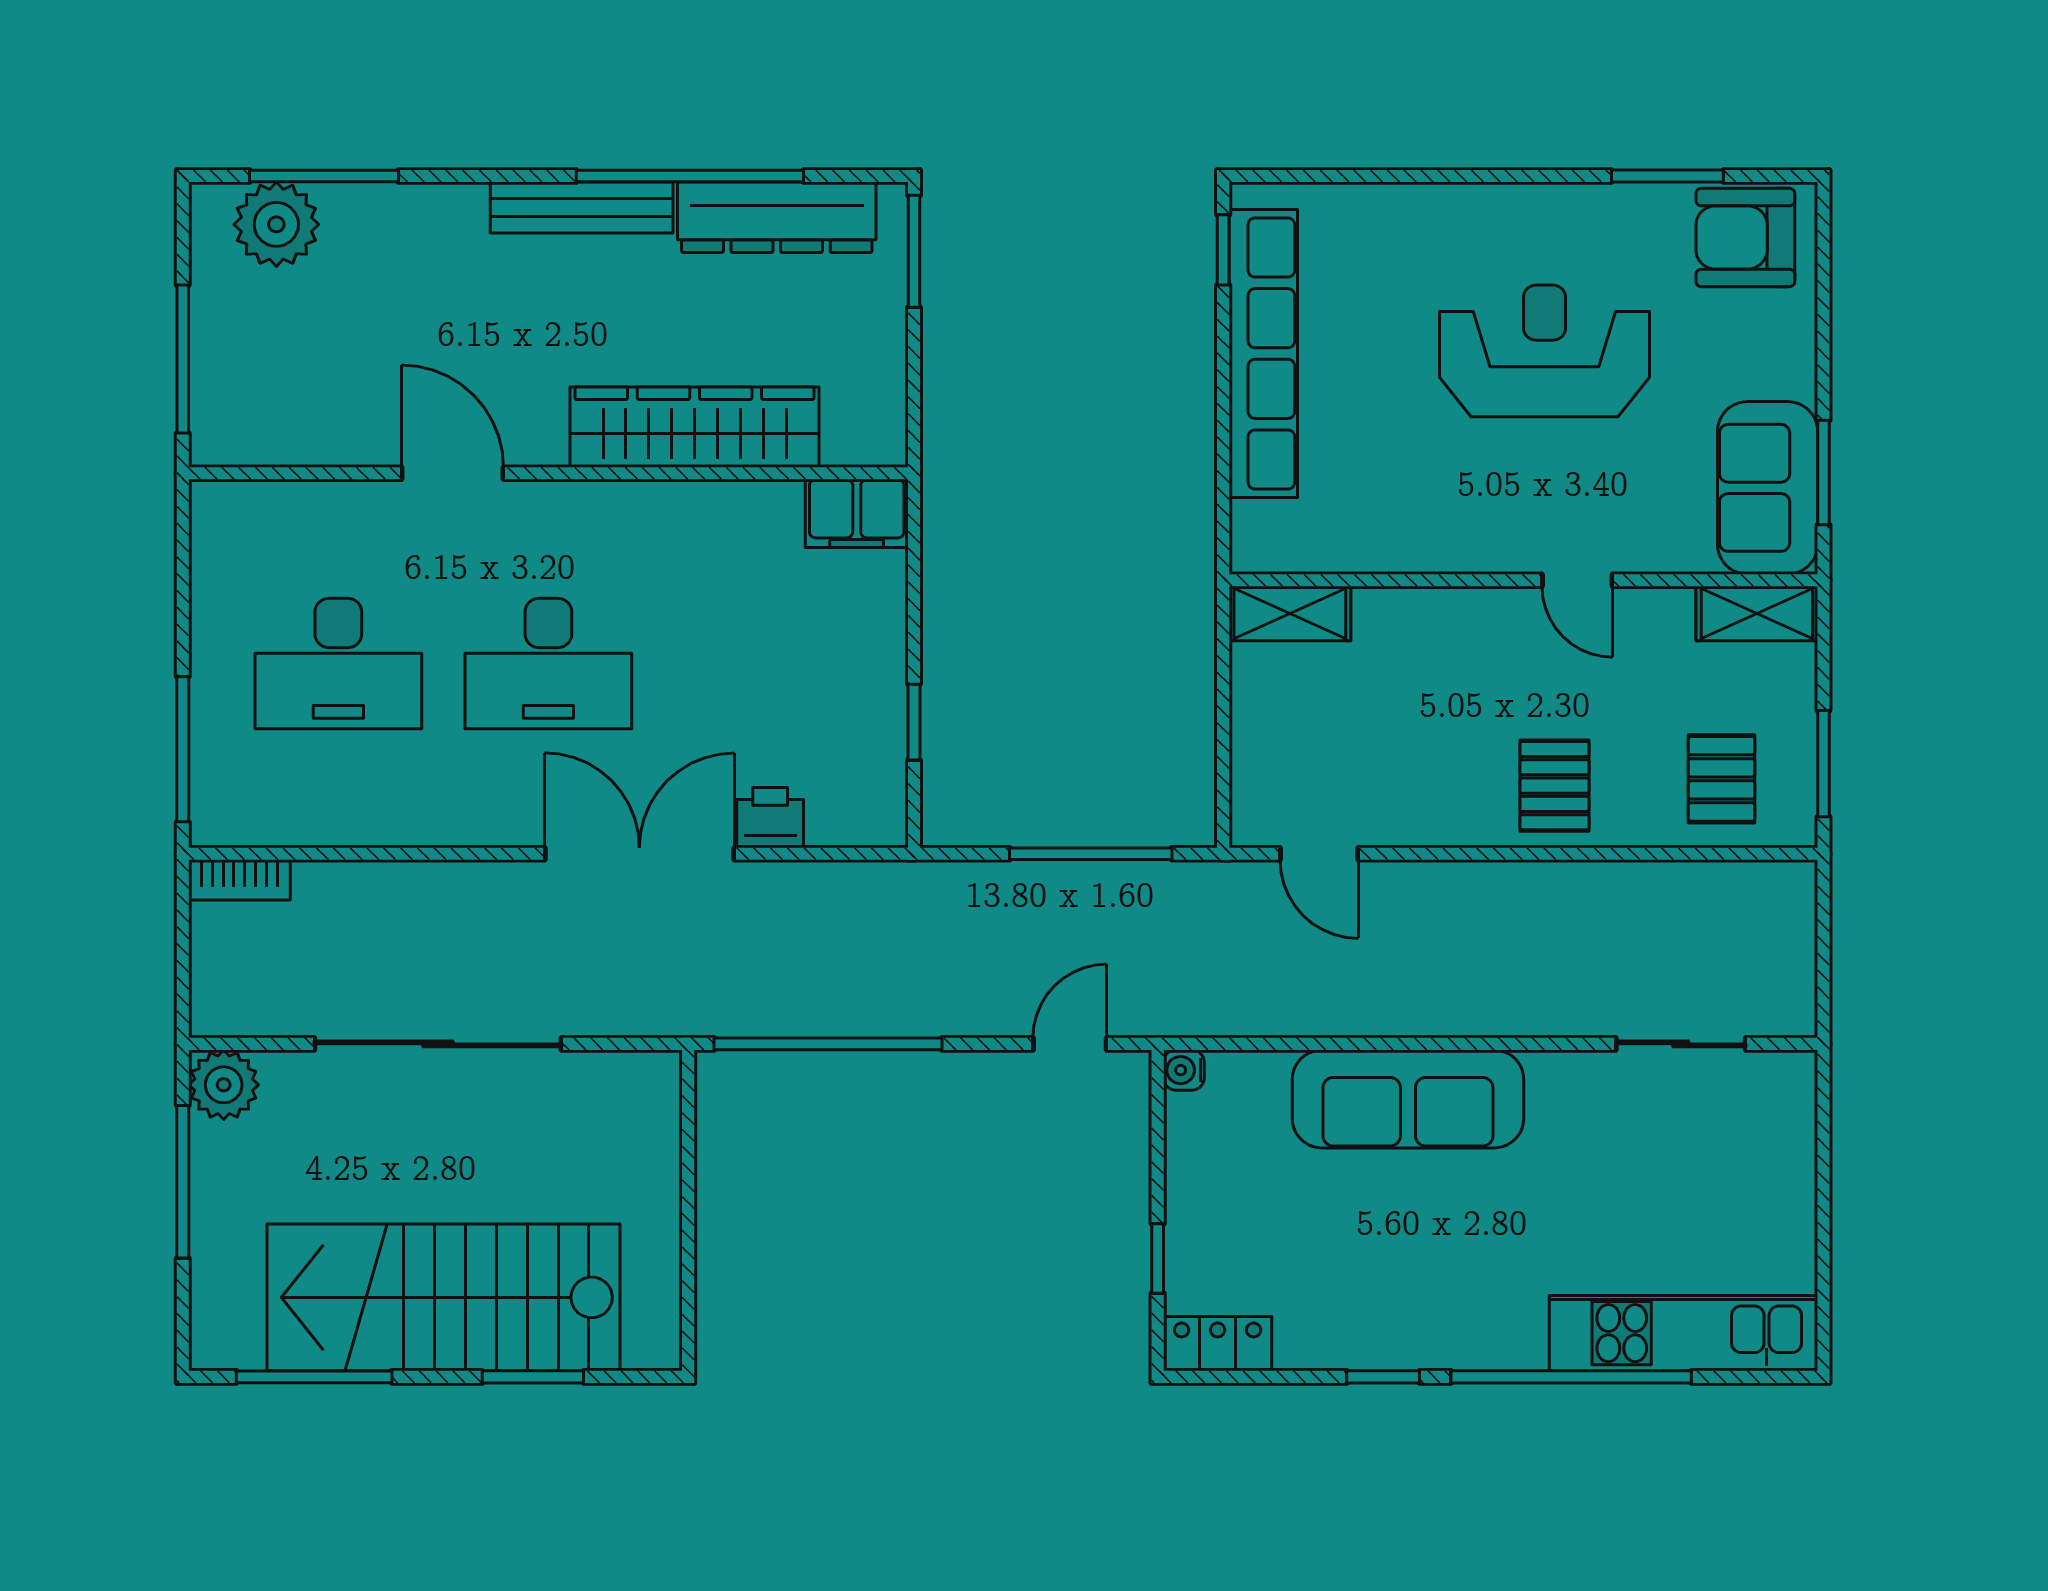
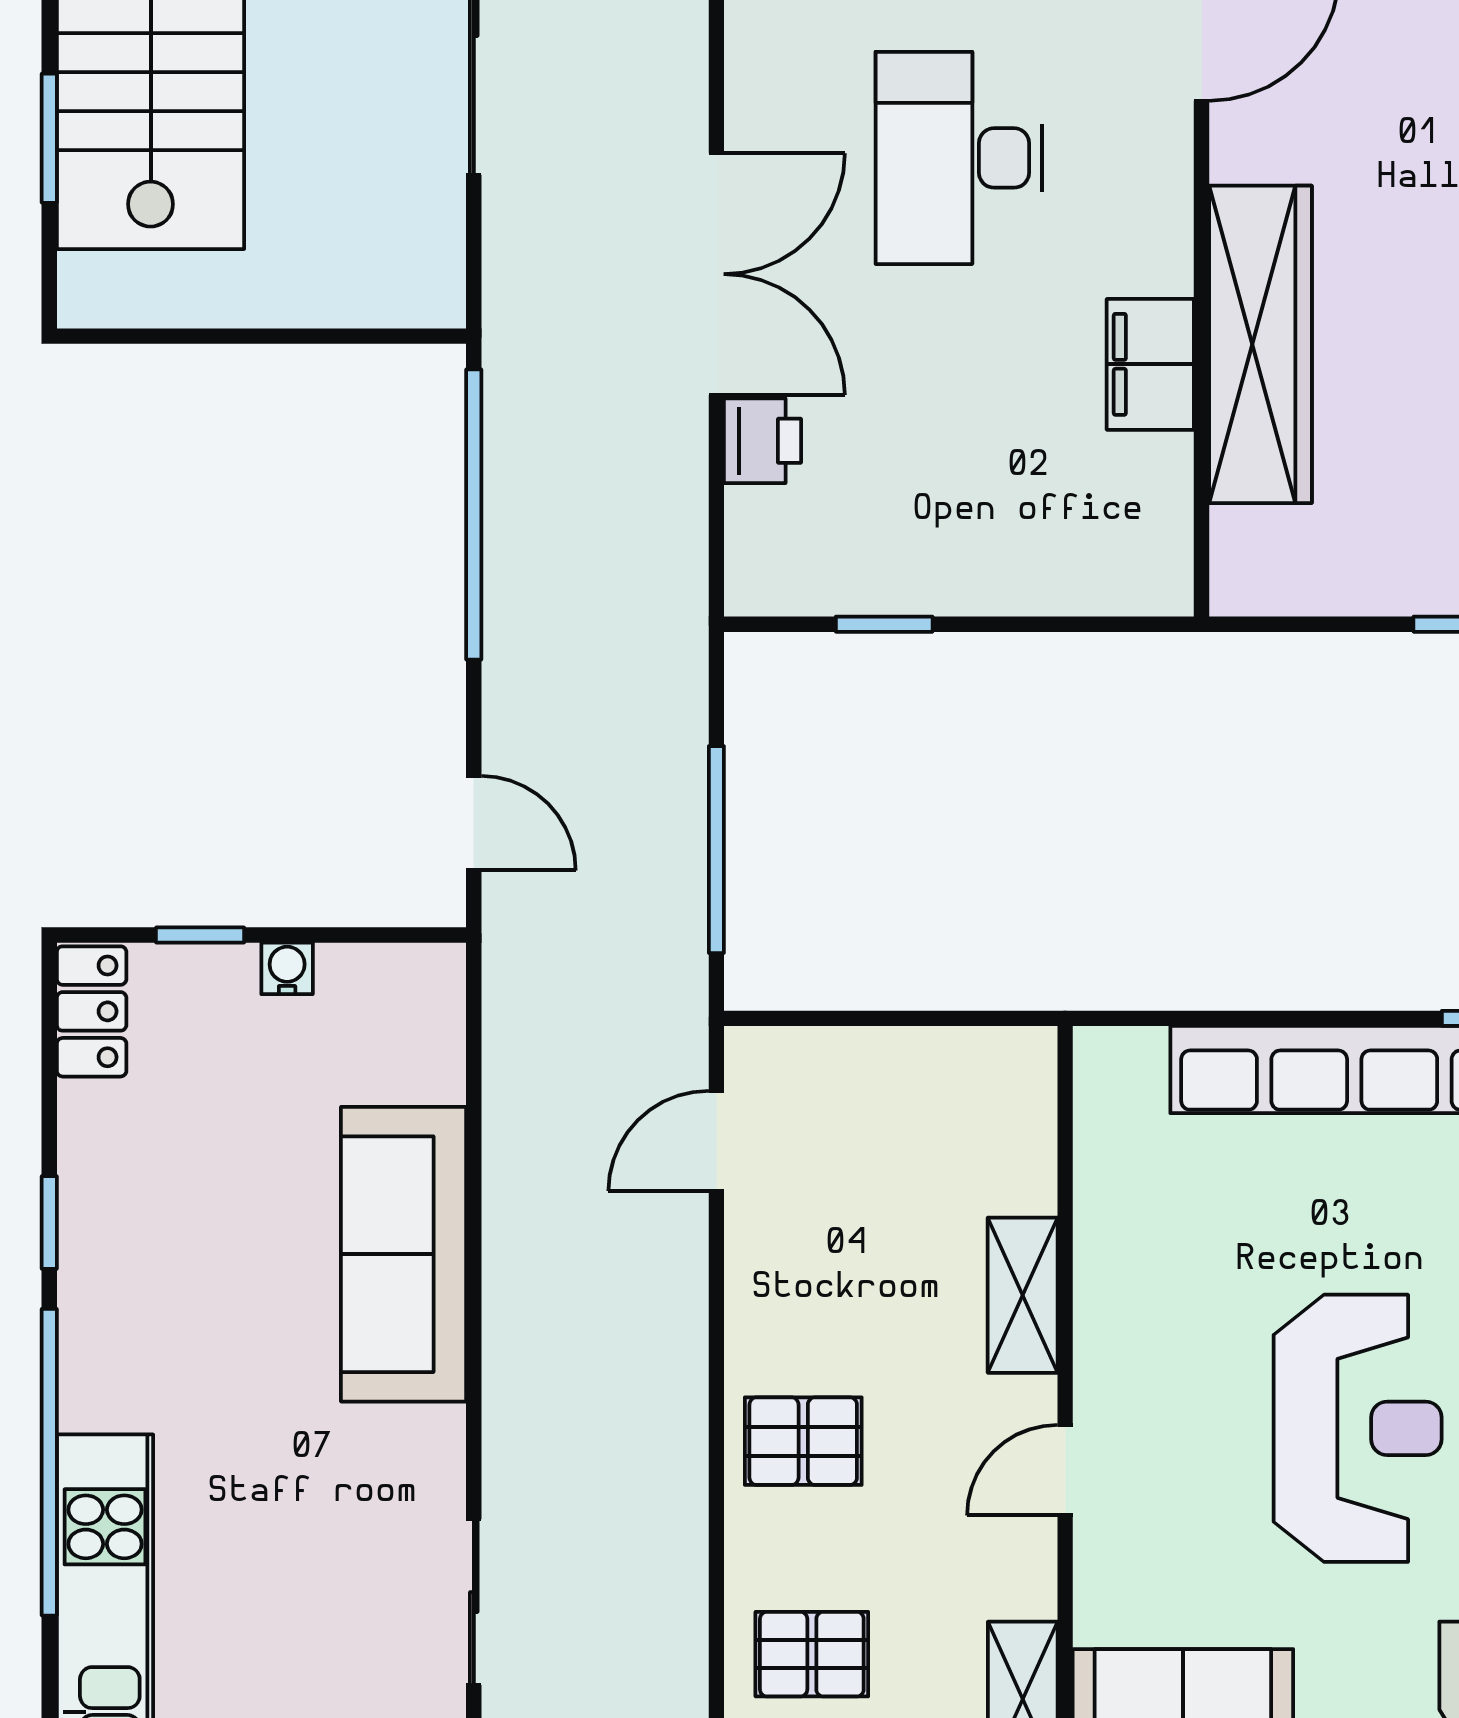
filing cabinet: (857, 513) -> (1150, 364), moved
shelving: (1290, 614) -> (1023, 1295), moved
water cooler: (1184, 1070) -> (287, 968), moved

